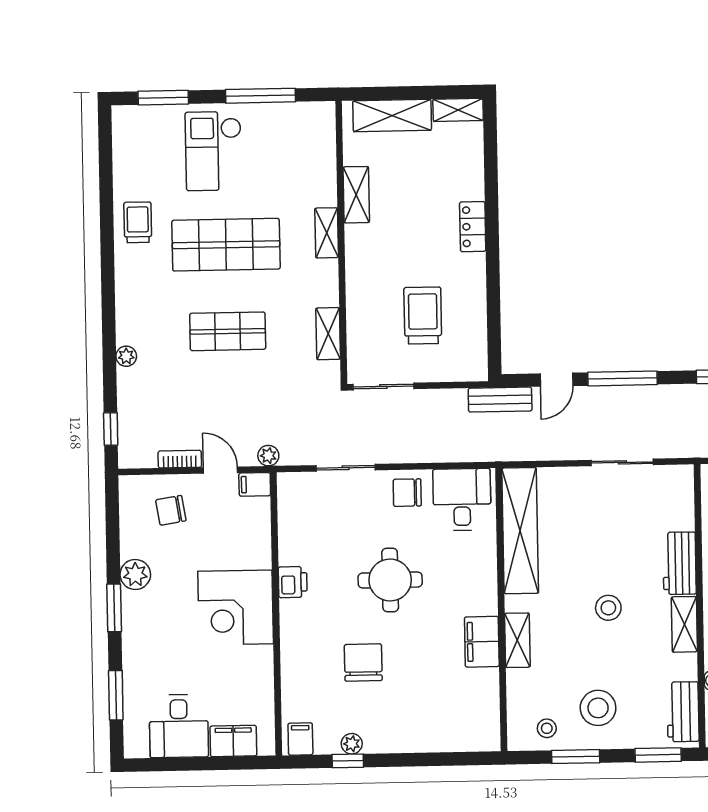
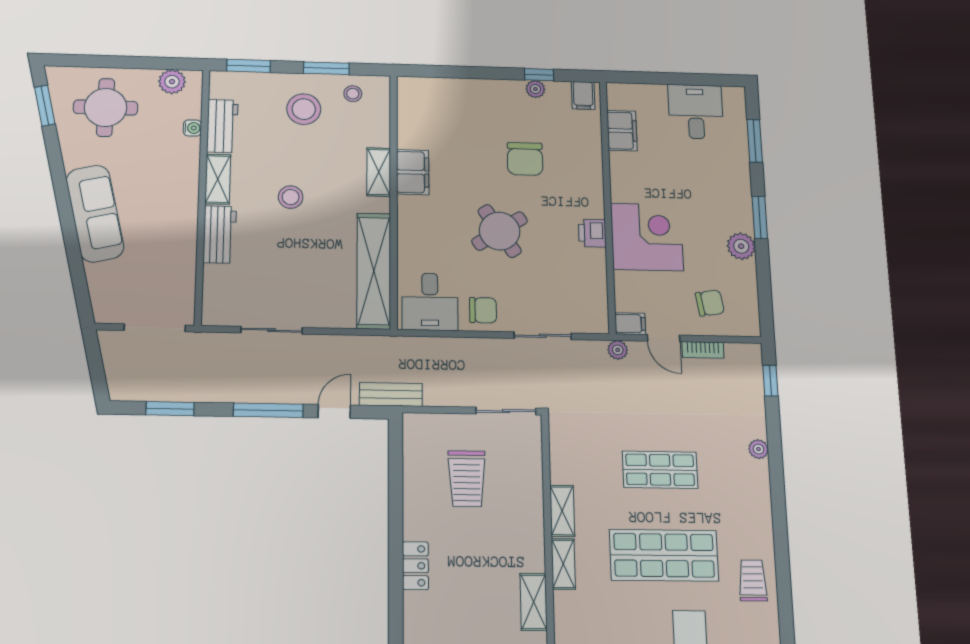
trolley: (138, 222) -> (753, 580), turned 180
shelving: (328, 334) -> (562, 511), moved
round table: (390, 580) -> (500, 231), turned -33
corner desk: (236, 608) -> (647, 237), moved
workbench: (683, 712) -> (222, 126), moved
filing cabinet: (233, 741) -> (622, 131), moved, turned -90

